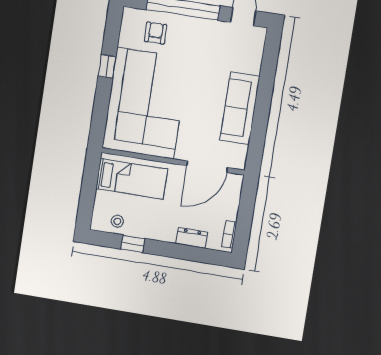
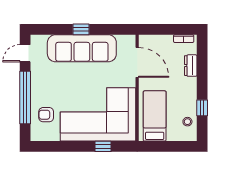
window: (107, 66) -> (103, 146), moved
window: (264, 98) -> (81, 29), added
sofa: (240, 108) -> (82, 48), width x1.36, depth x1.27

